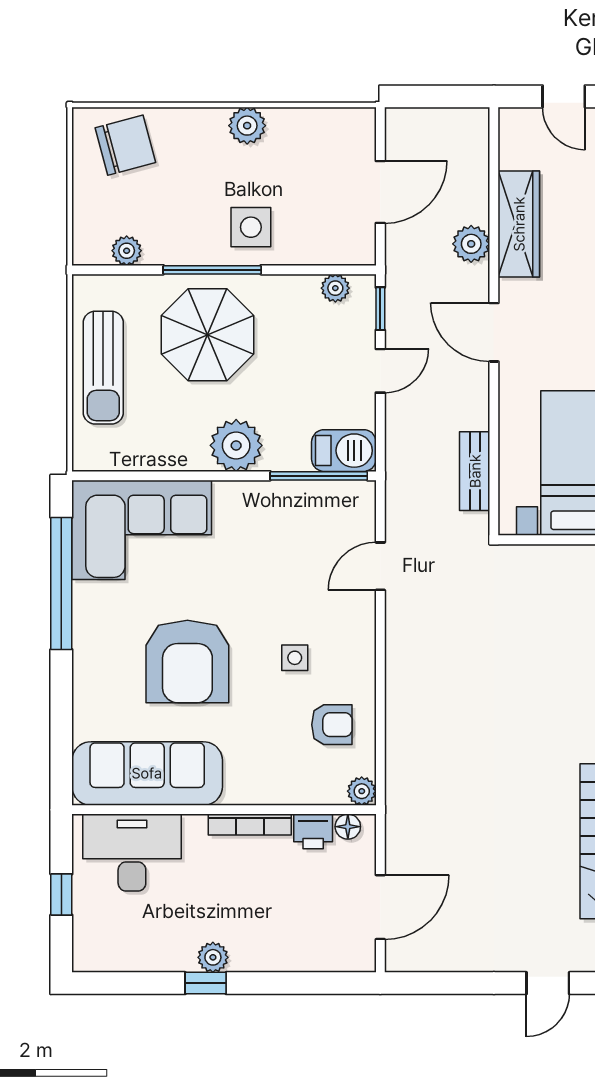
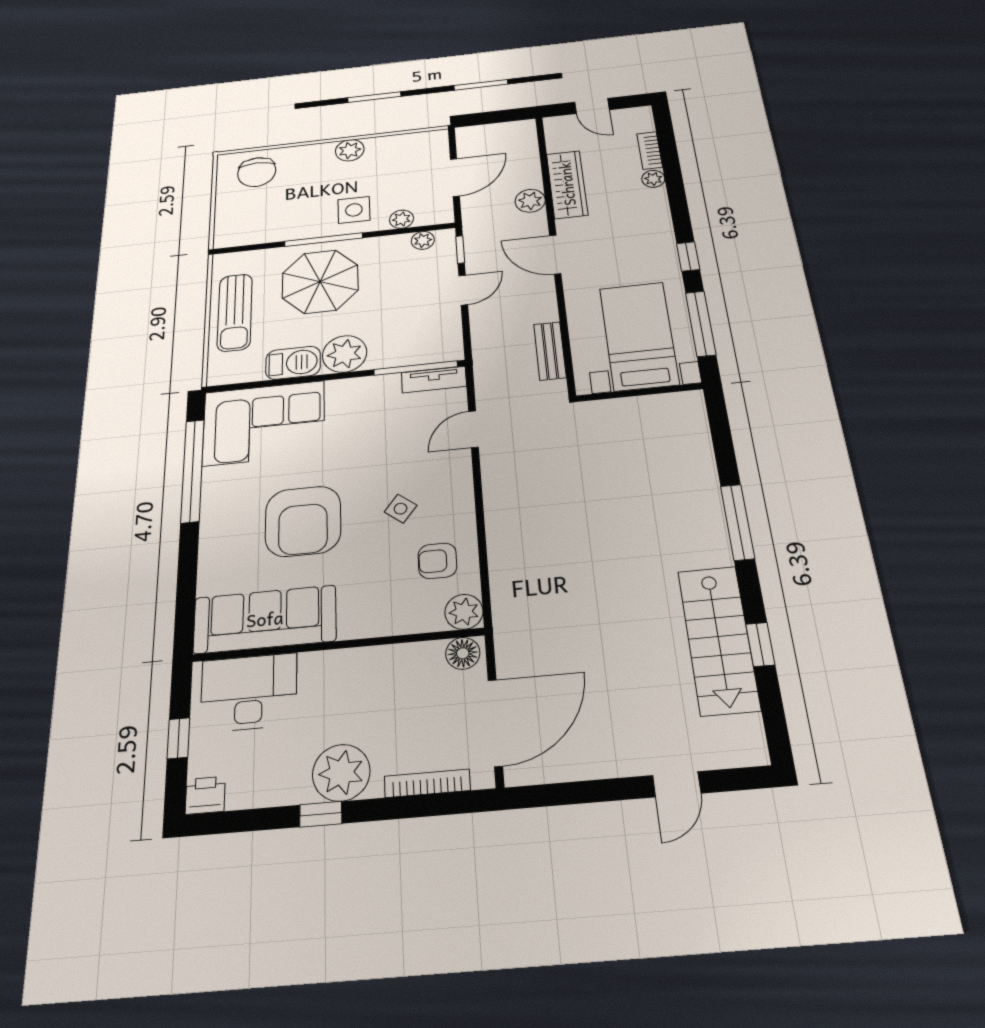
chair: (125, 145) -> (257, 172), turned 105
plant: (127, 251) -> (402, 219), moved
barbecue: (344, 451) -> (293, 363), moved
tv unit: (339, 494) -> (434, 379), added
side table: (295, 658) -> (401, 509), turned 38
armchair: (332, 725) -> (437, 561), turned 180
plant: (362, 791) -> (464, 612), width x1.38, depth x1.38
bookcase: (250, 825) -> (427, 783), moved, turned 180
floor lamp: (348, 827) -> (463, 653), width x1.37, depth x1.37
printer: (313, 831) -> (205, 795), moved, turned 180
door: (380, 907) -> (495, 723), width x1.36
plant: (213, 957) -> (341, 773), width x1.88, depth x1.88

